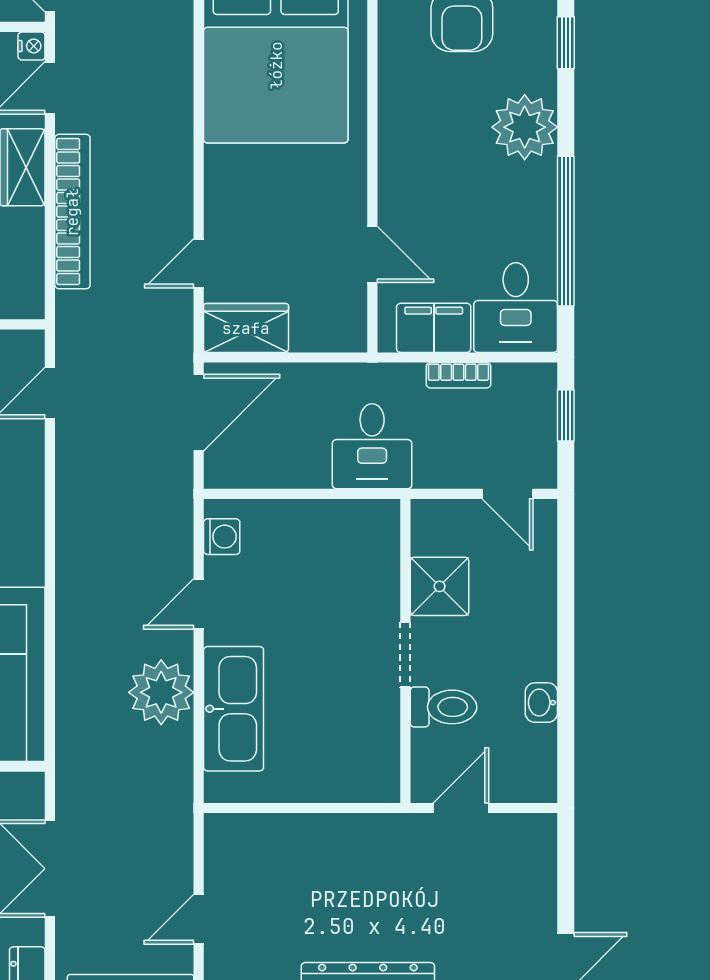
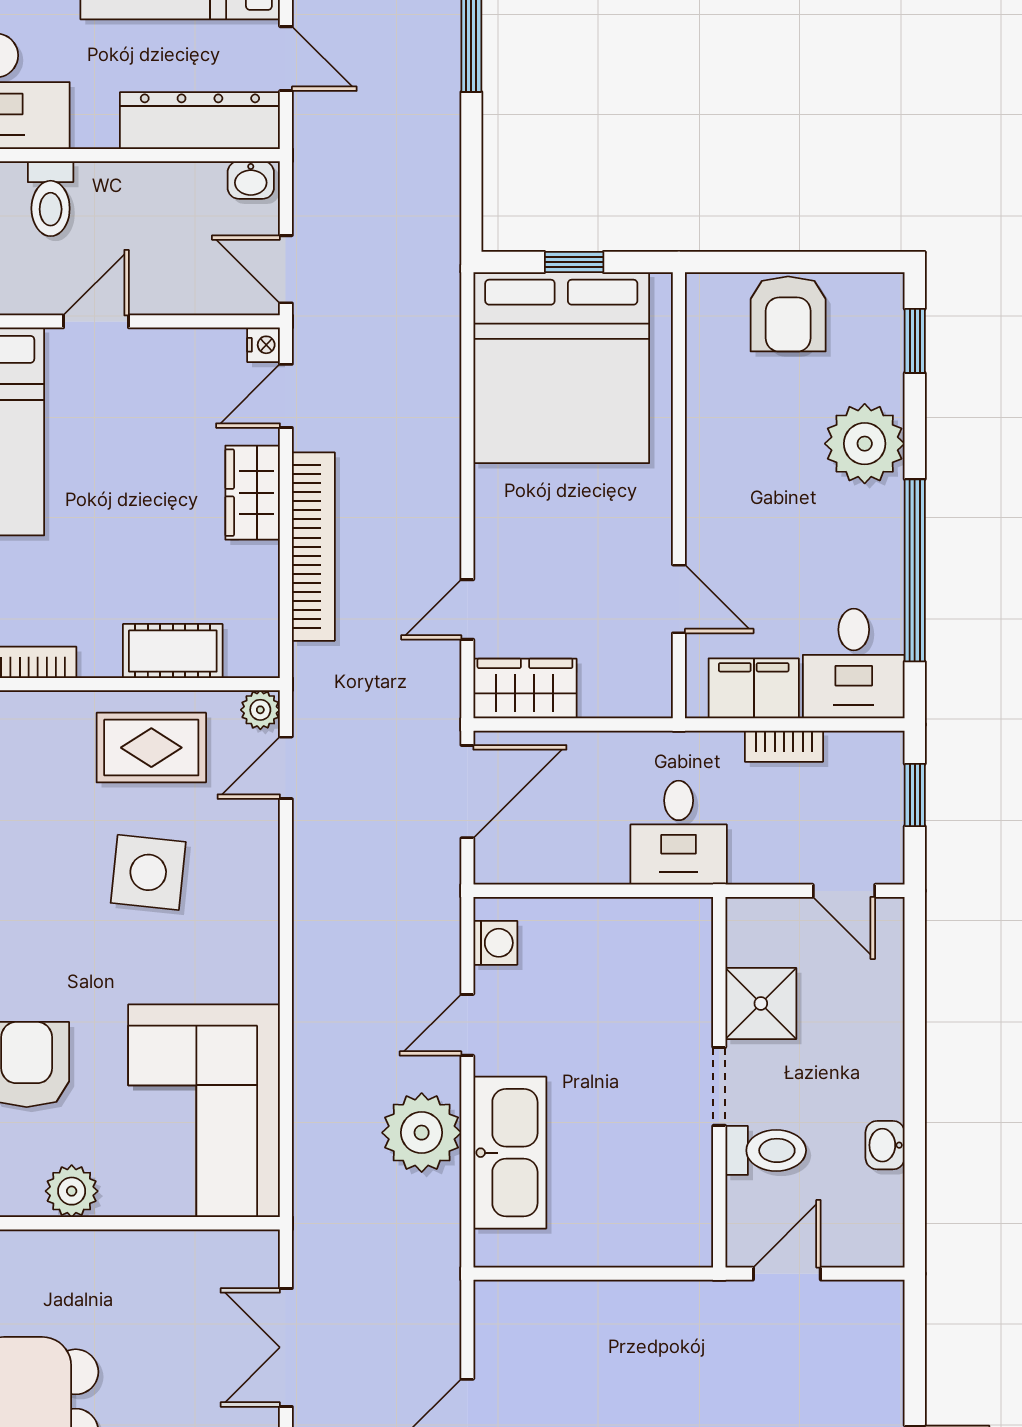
plant: (29, 345) -> (260, 710), added

